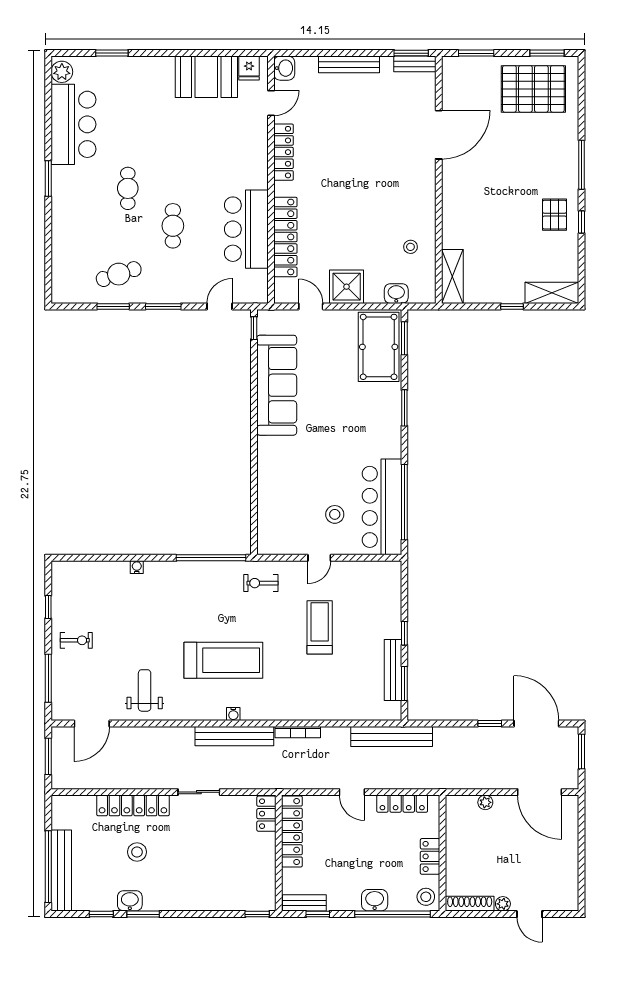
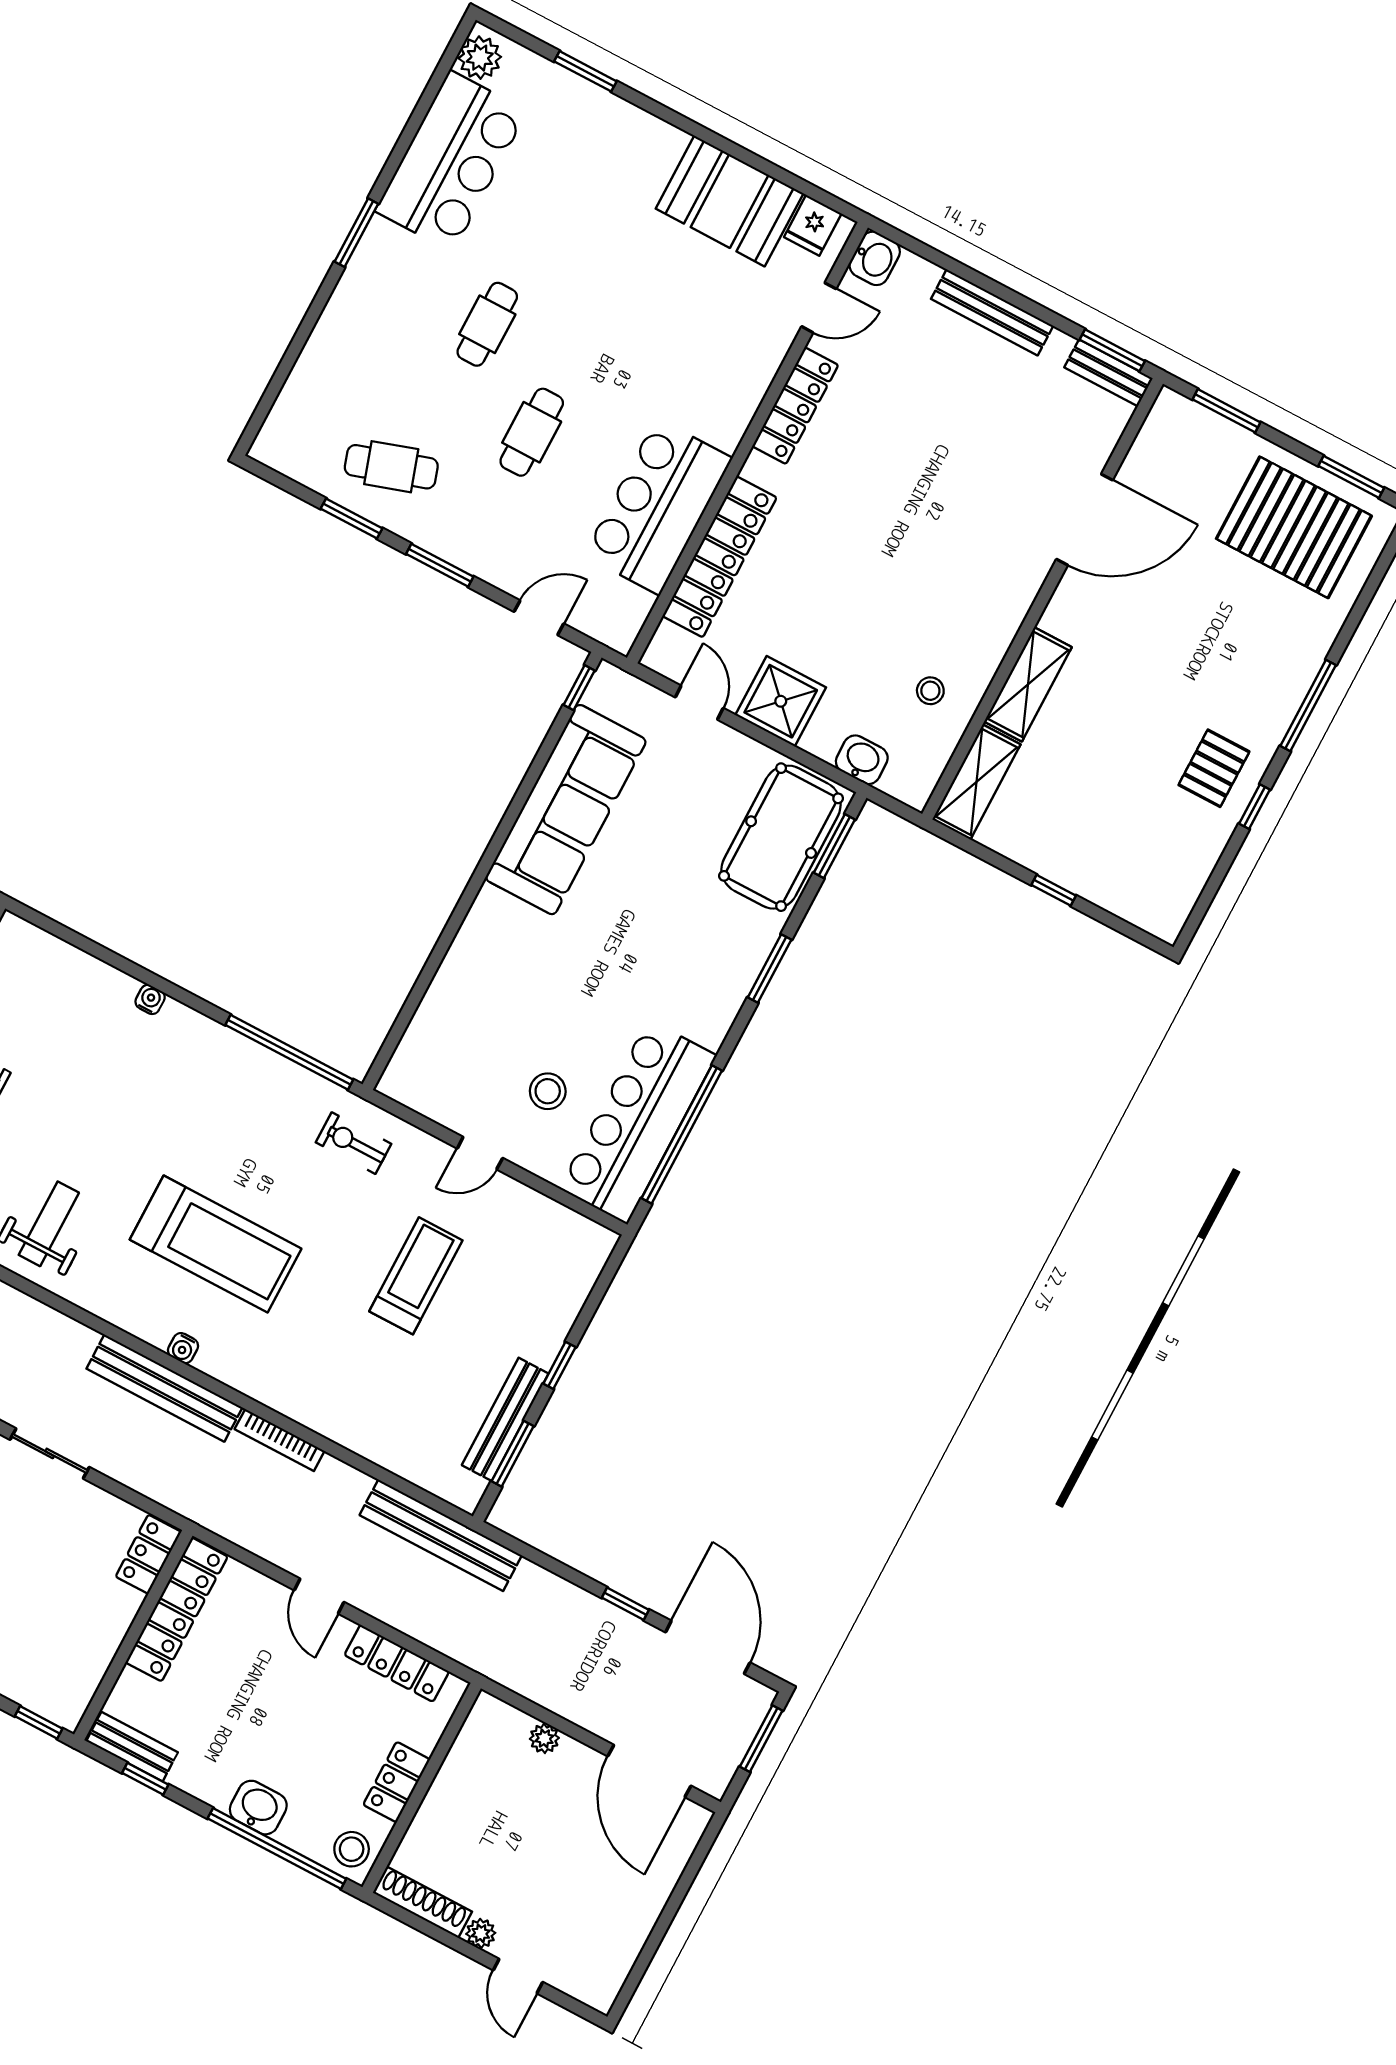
shelving: (552, 293) -> (1028, 684), moved, turned 90

